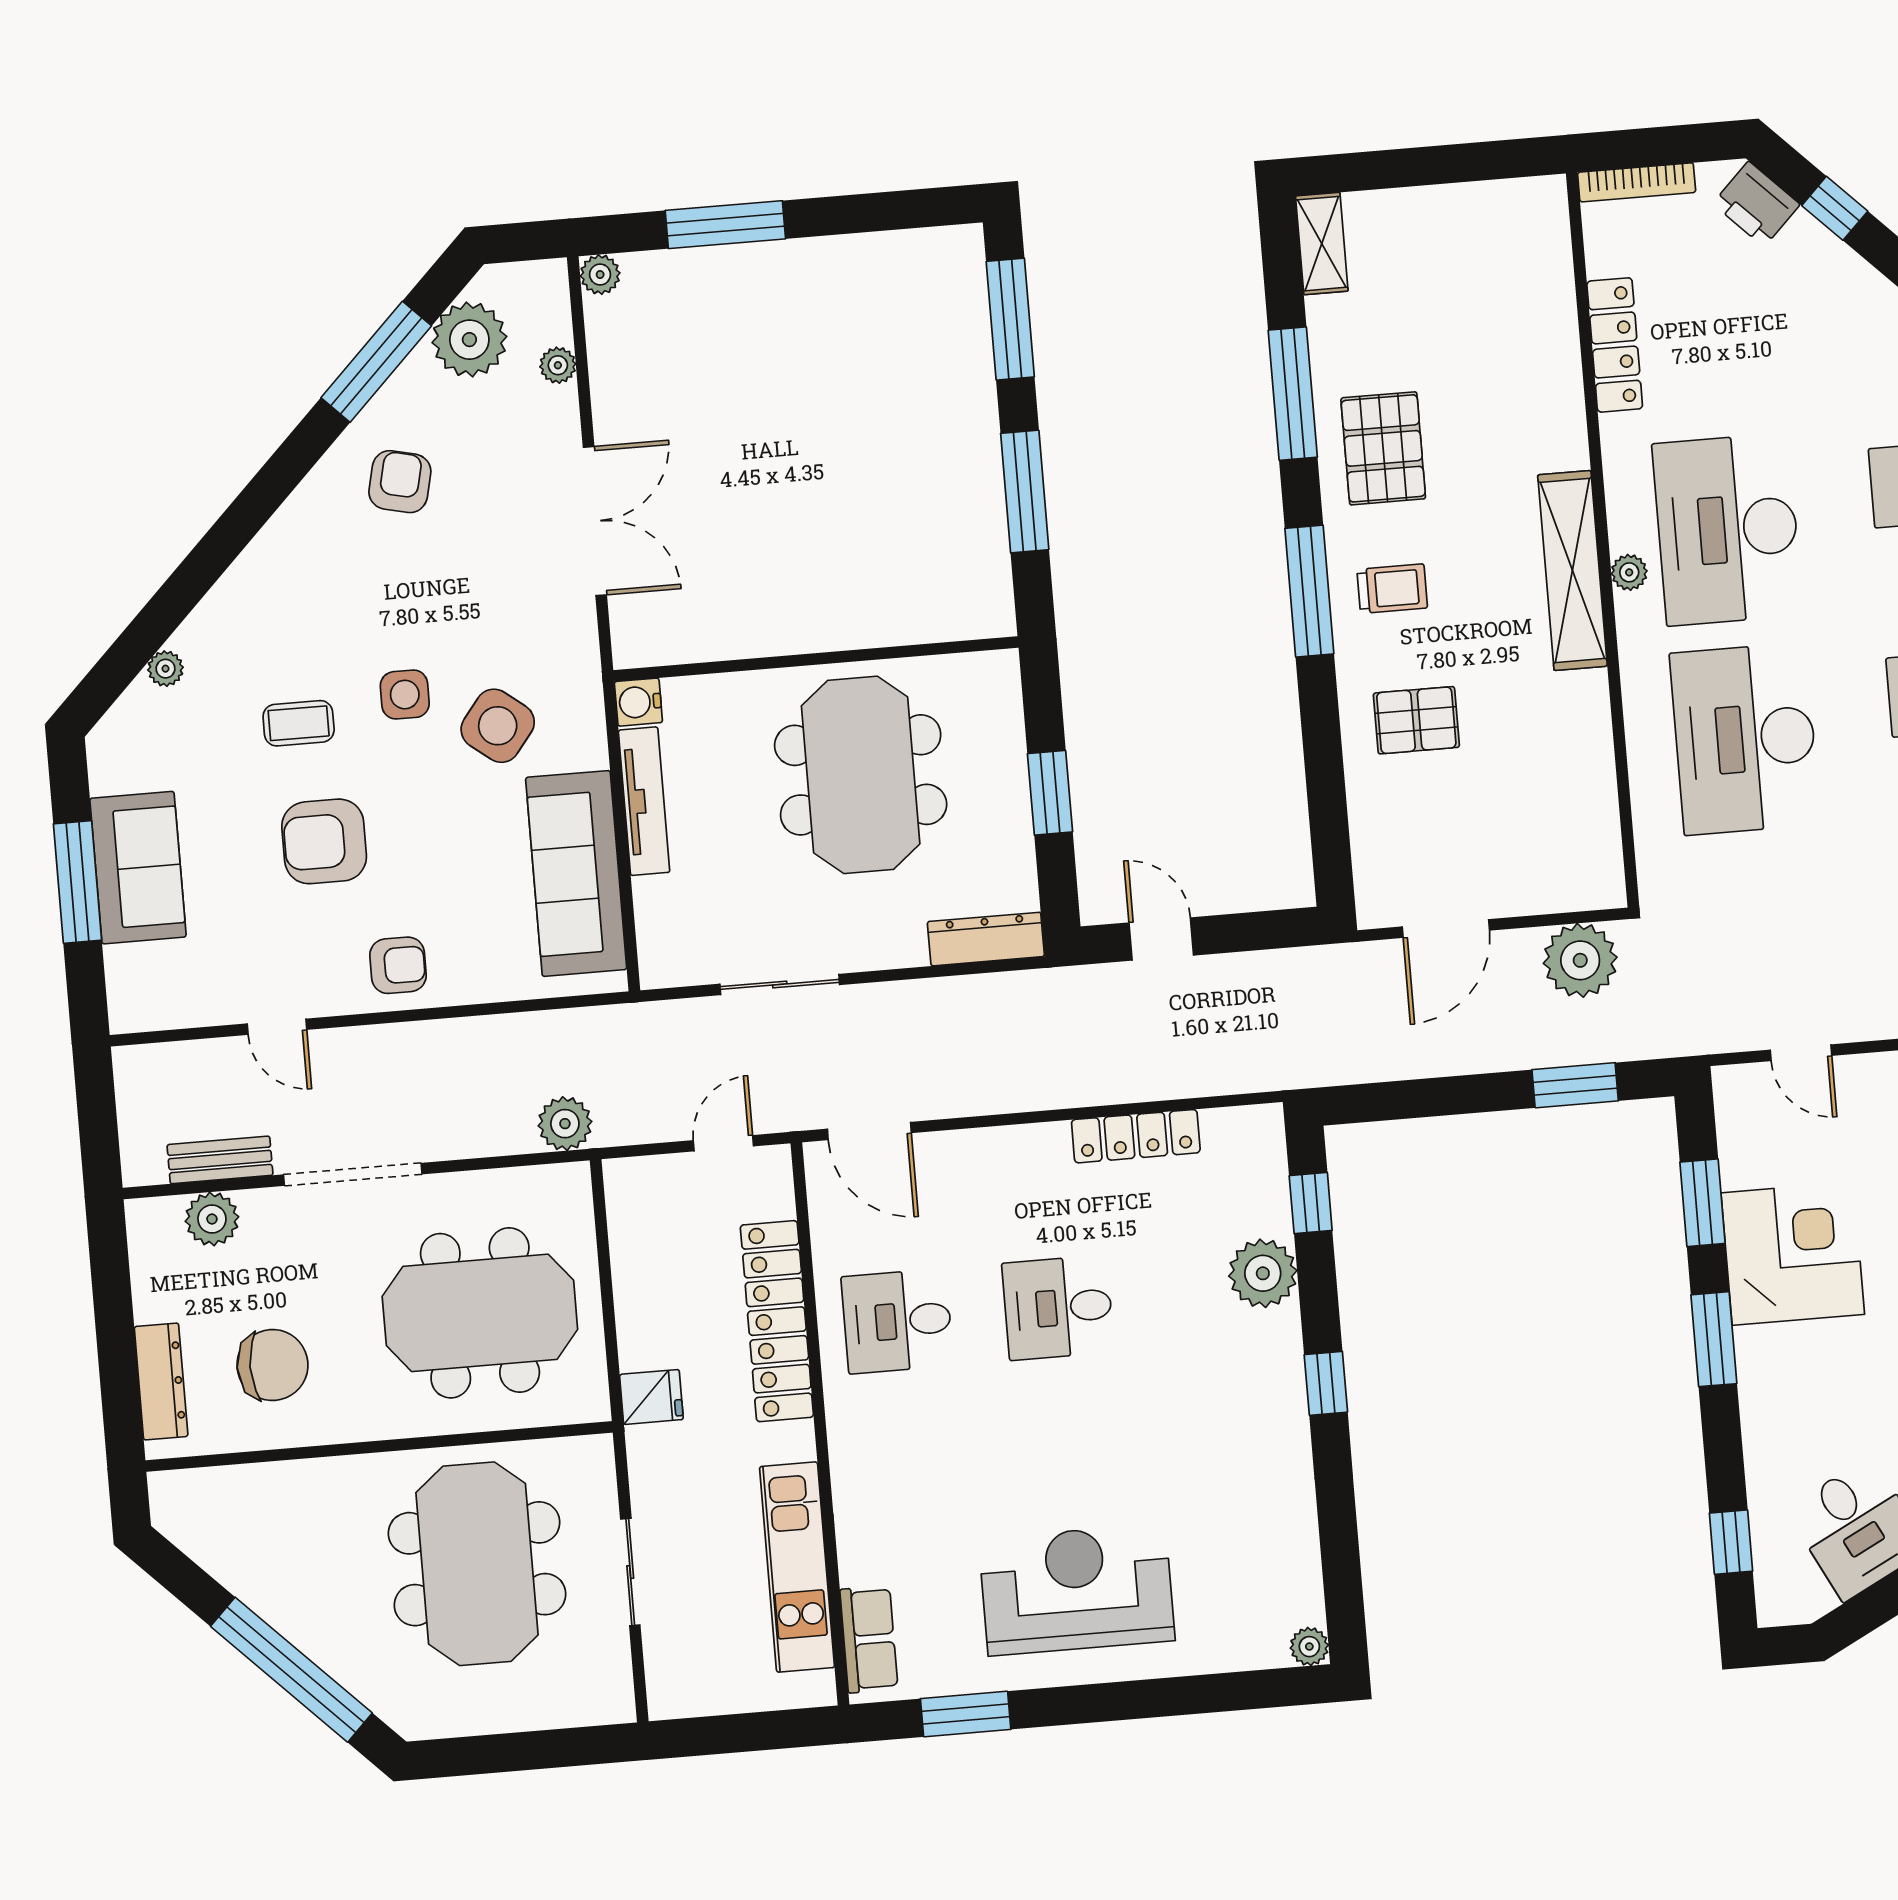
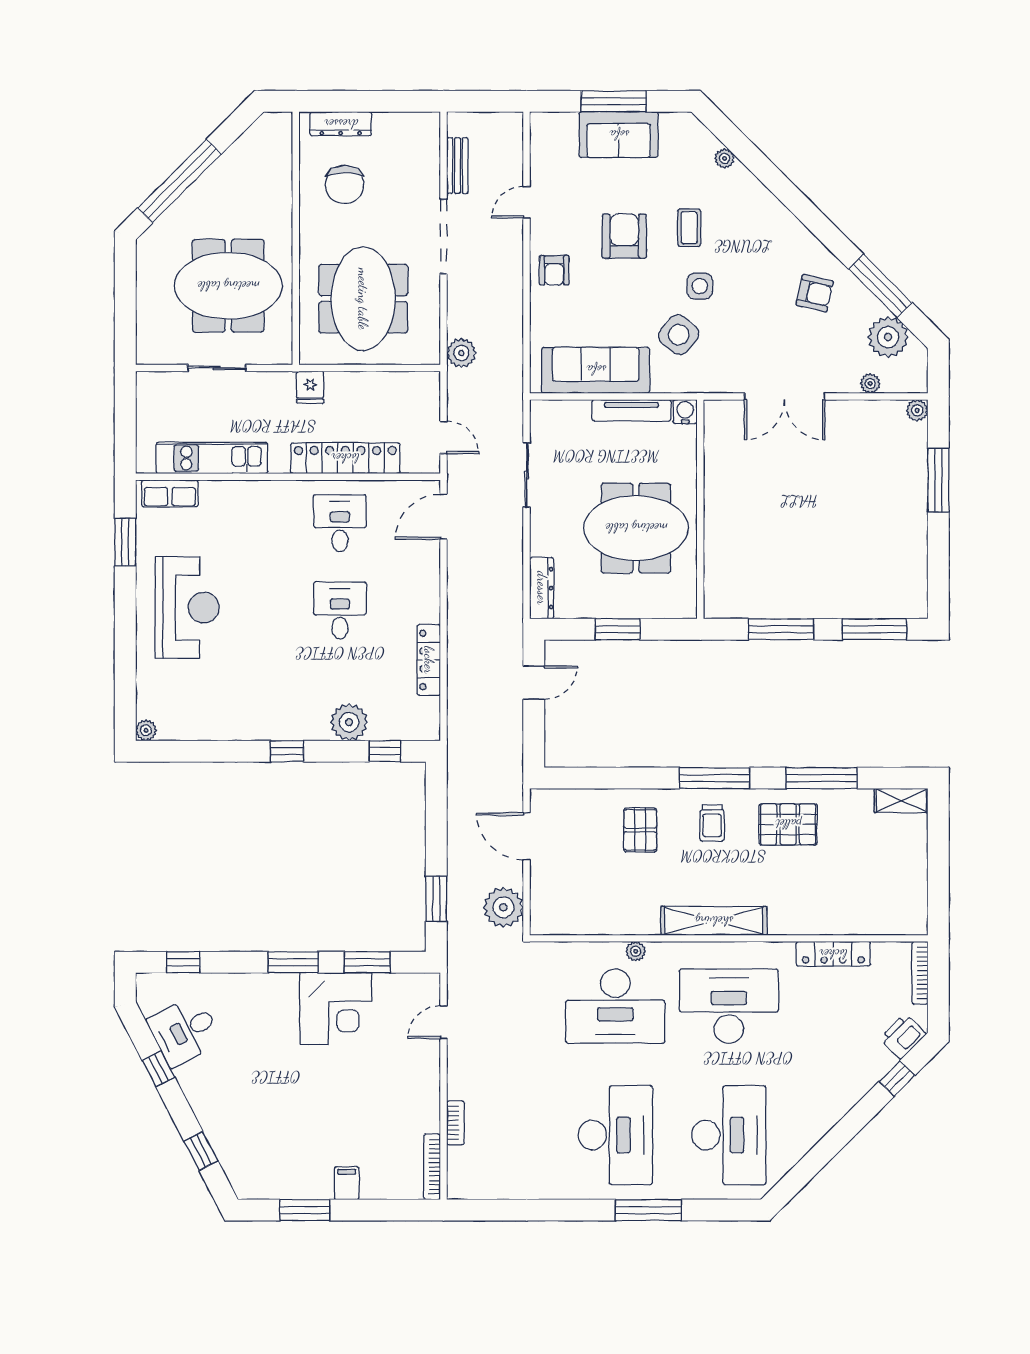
plant: (1629, 572) -> (636, 951), moved
desk: (1745, 739) -> (615, 1006), turned 180
plant: (212, 1219) -> (426, 159), removed

